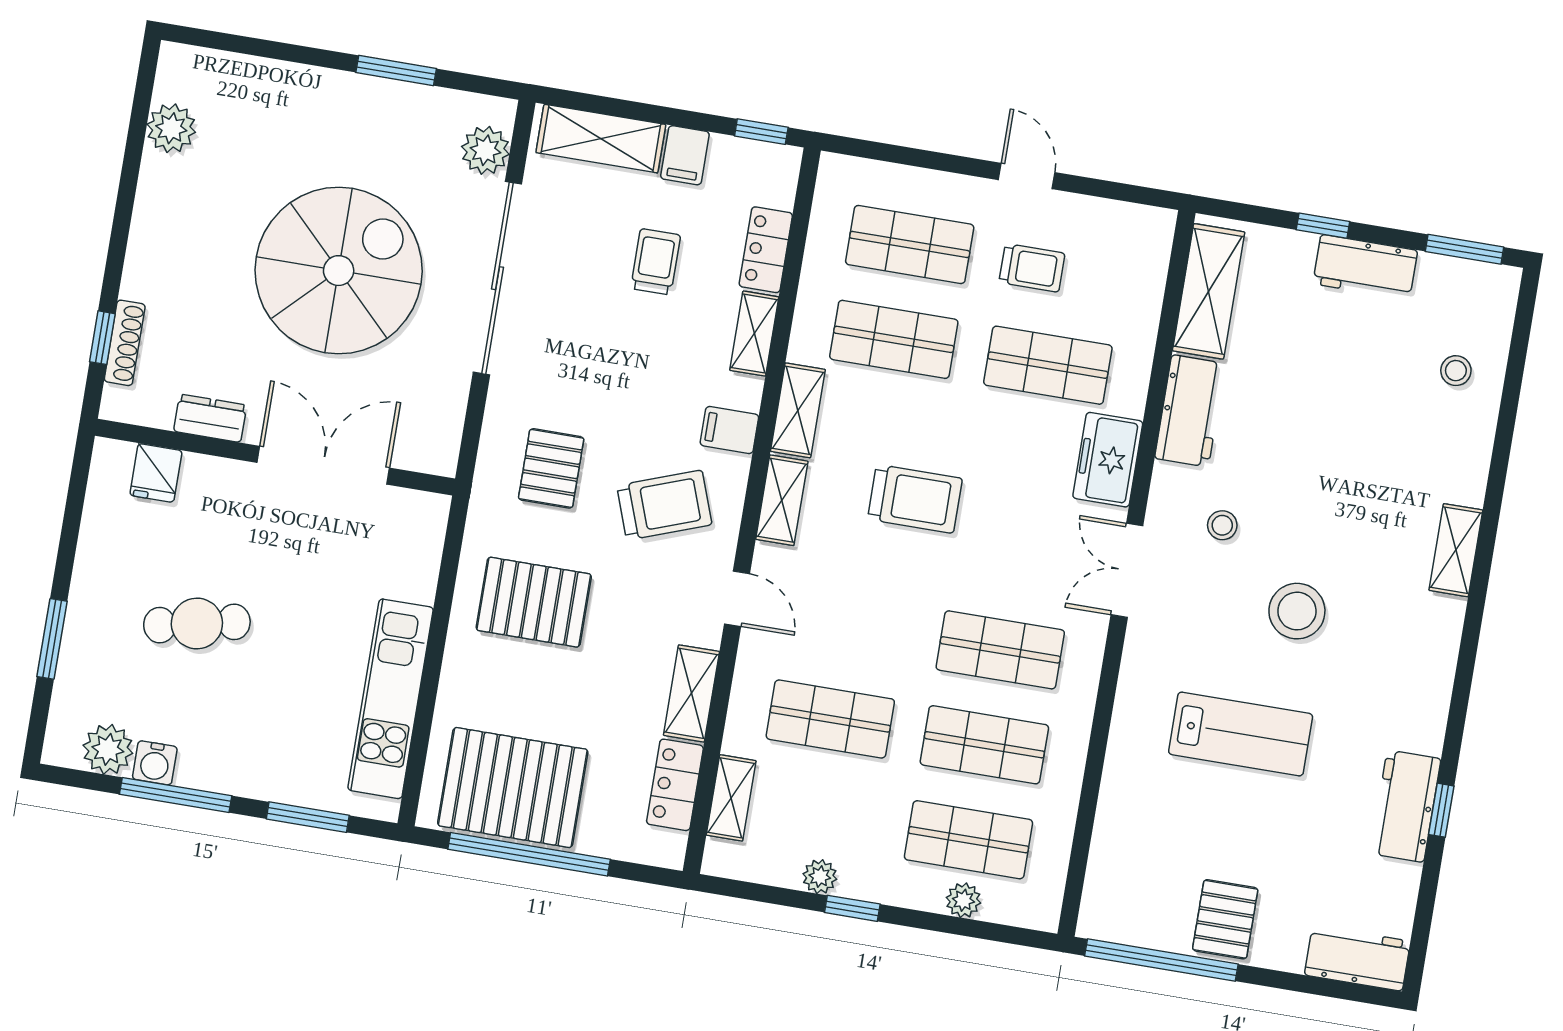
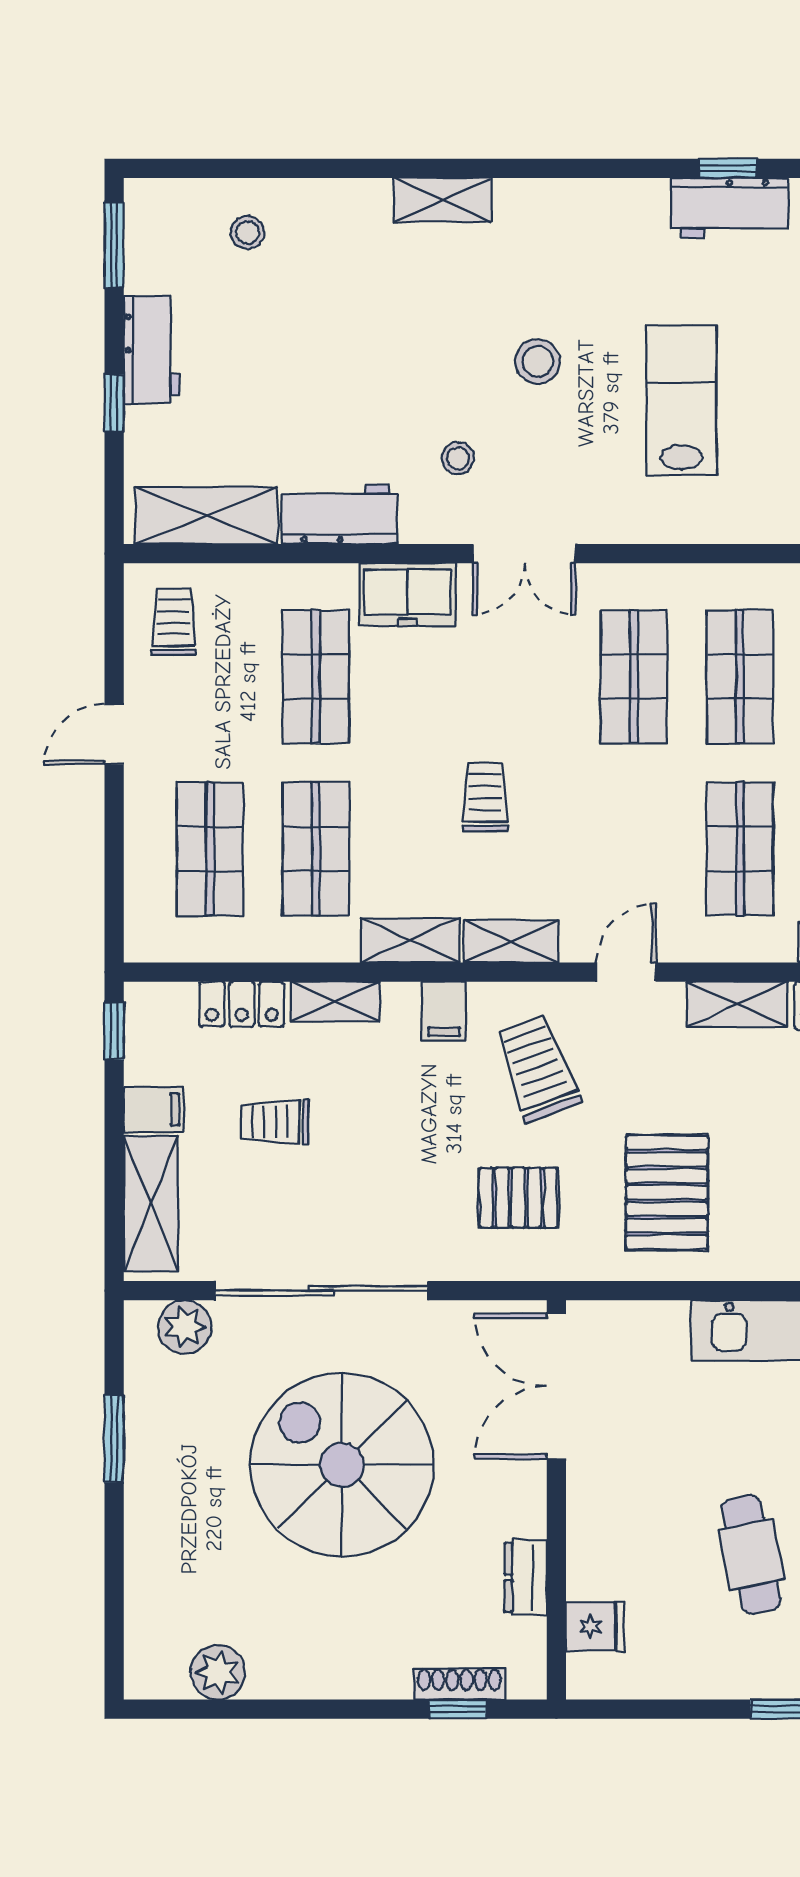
trolley: (1032, 268) -> (174, 622), moved
double door: (323, 465) -> (556, 1386), moved
trolley: (915, 499) -> (485, 797), width x0.73, depth x0.72
stool: (1297, 611) -> (538, 361), width x0.73, depth x0.73

